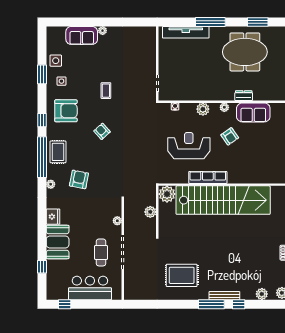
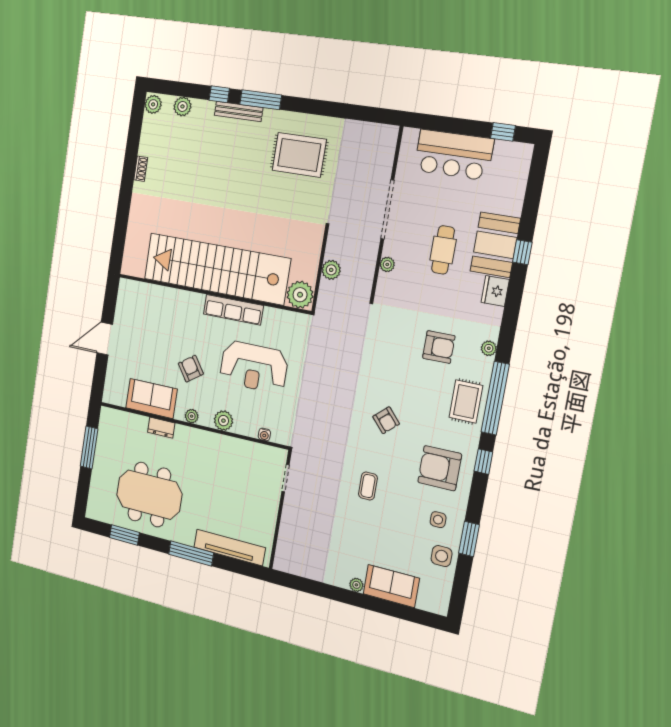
armchair: (79, 179) -> (439, 347), turned -101
cafe table: (101, 252) -> (443, 250), moved
window: (42, 267) -> (522, 252), moved

